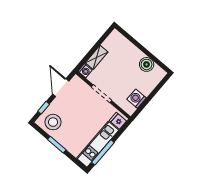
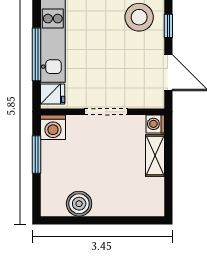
washing machine: (137, 99) -> (53, 127), moved, turned 90
window: (147, 101) -> (36, 154), added
window: (103, 152) -> (36, 54), moved

